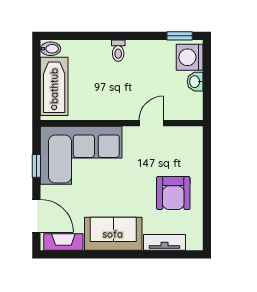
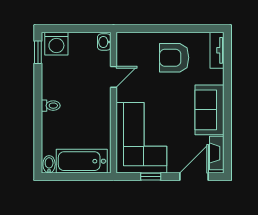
washbasin: (195, 82) -> (104, 42), moved, turned 90
door: (151, 123) -> (114, 77), swing flipped
armchair: (173, 193) -> (174, 58), turned 180
tv unit: (164, 242) -> (217, 50), moved

